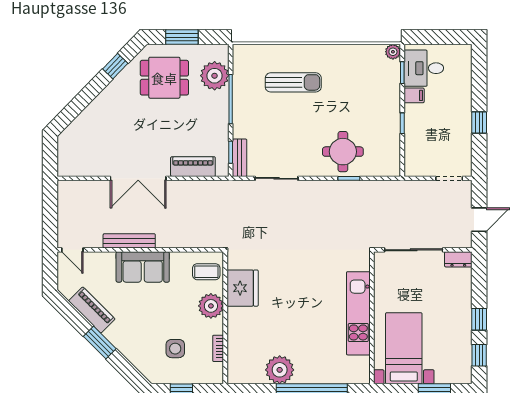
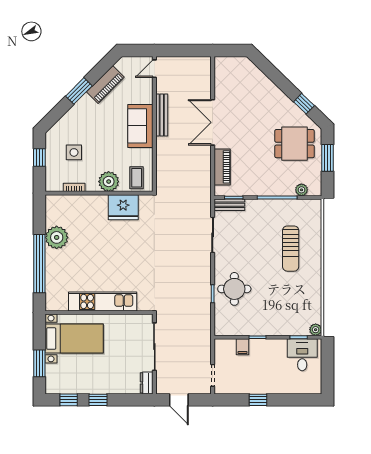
plant: (215, 76) -> (301, 190), width x0.53, depth x0.53
dining table: (164, 78) -> (294, 144), turned 90
filing cabinet: (414, 95) -> (243, 347), moved

